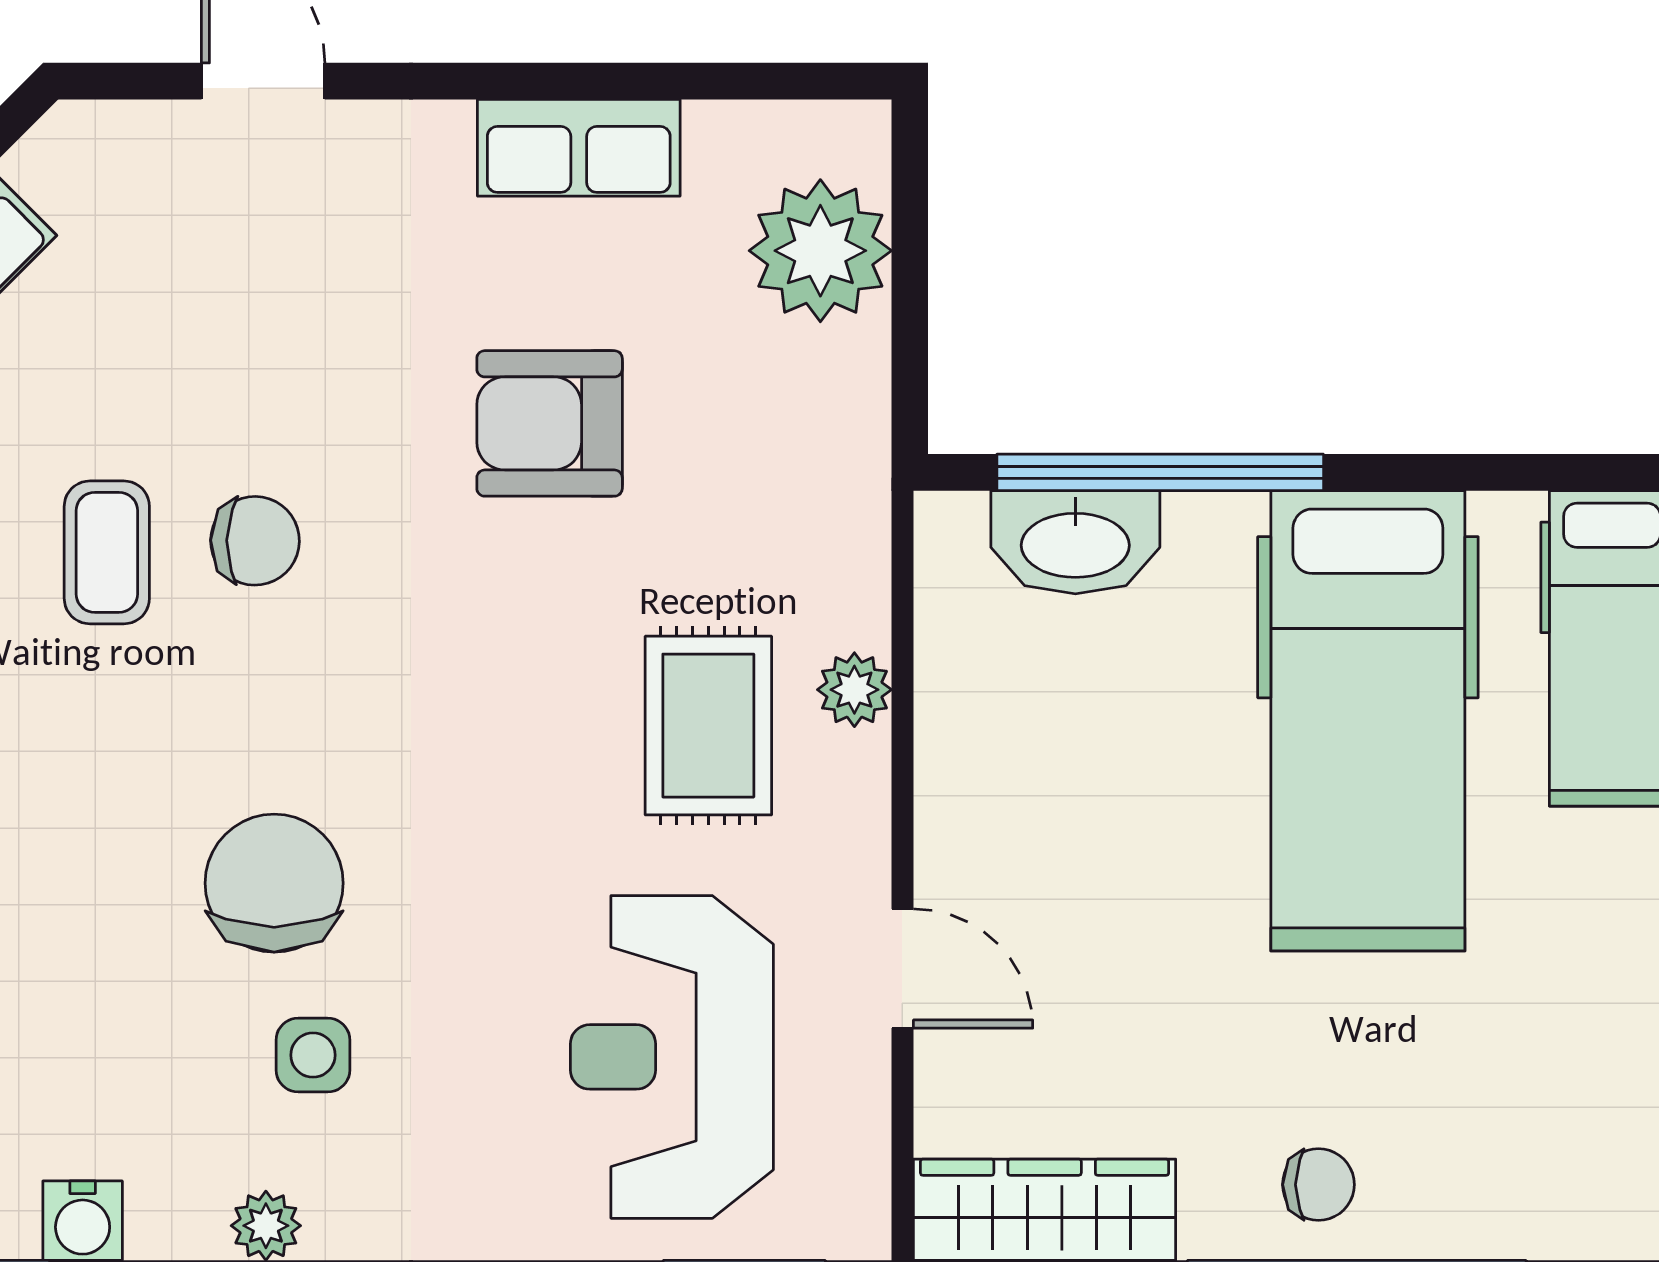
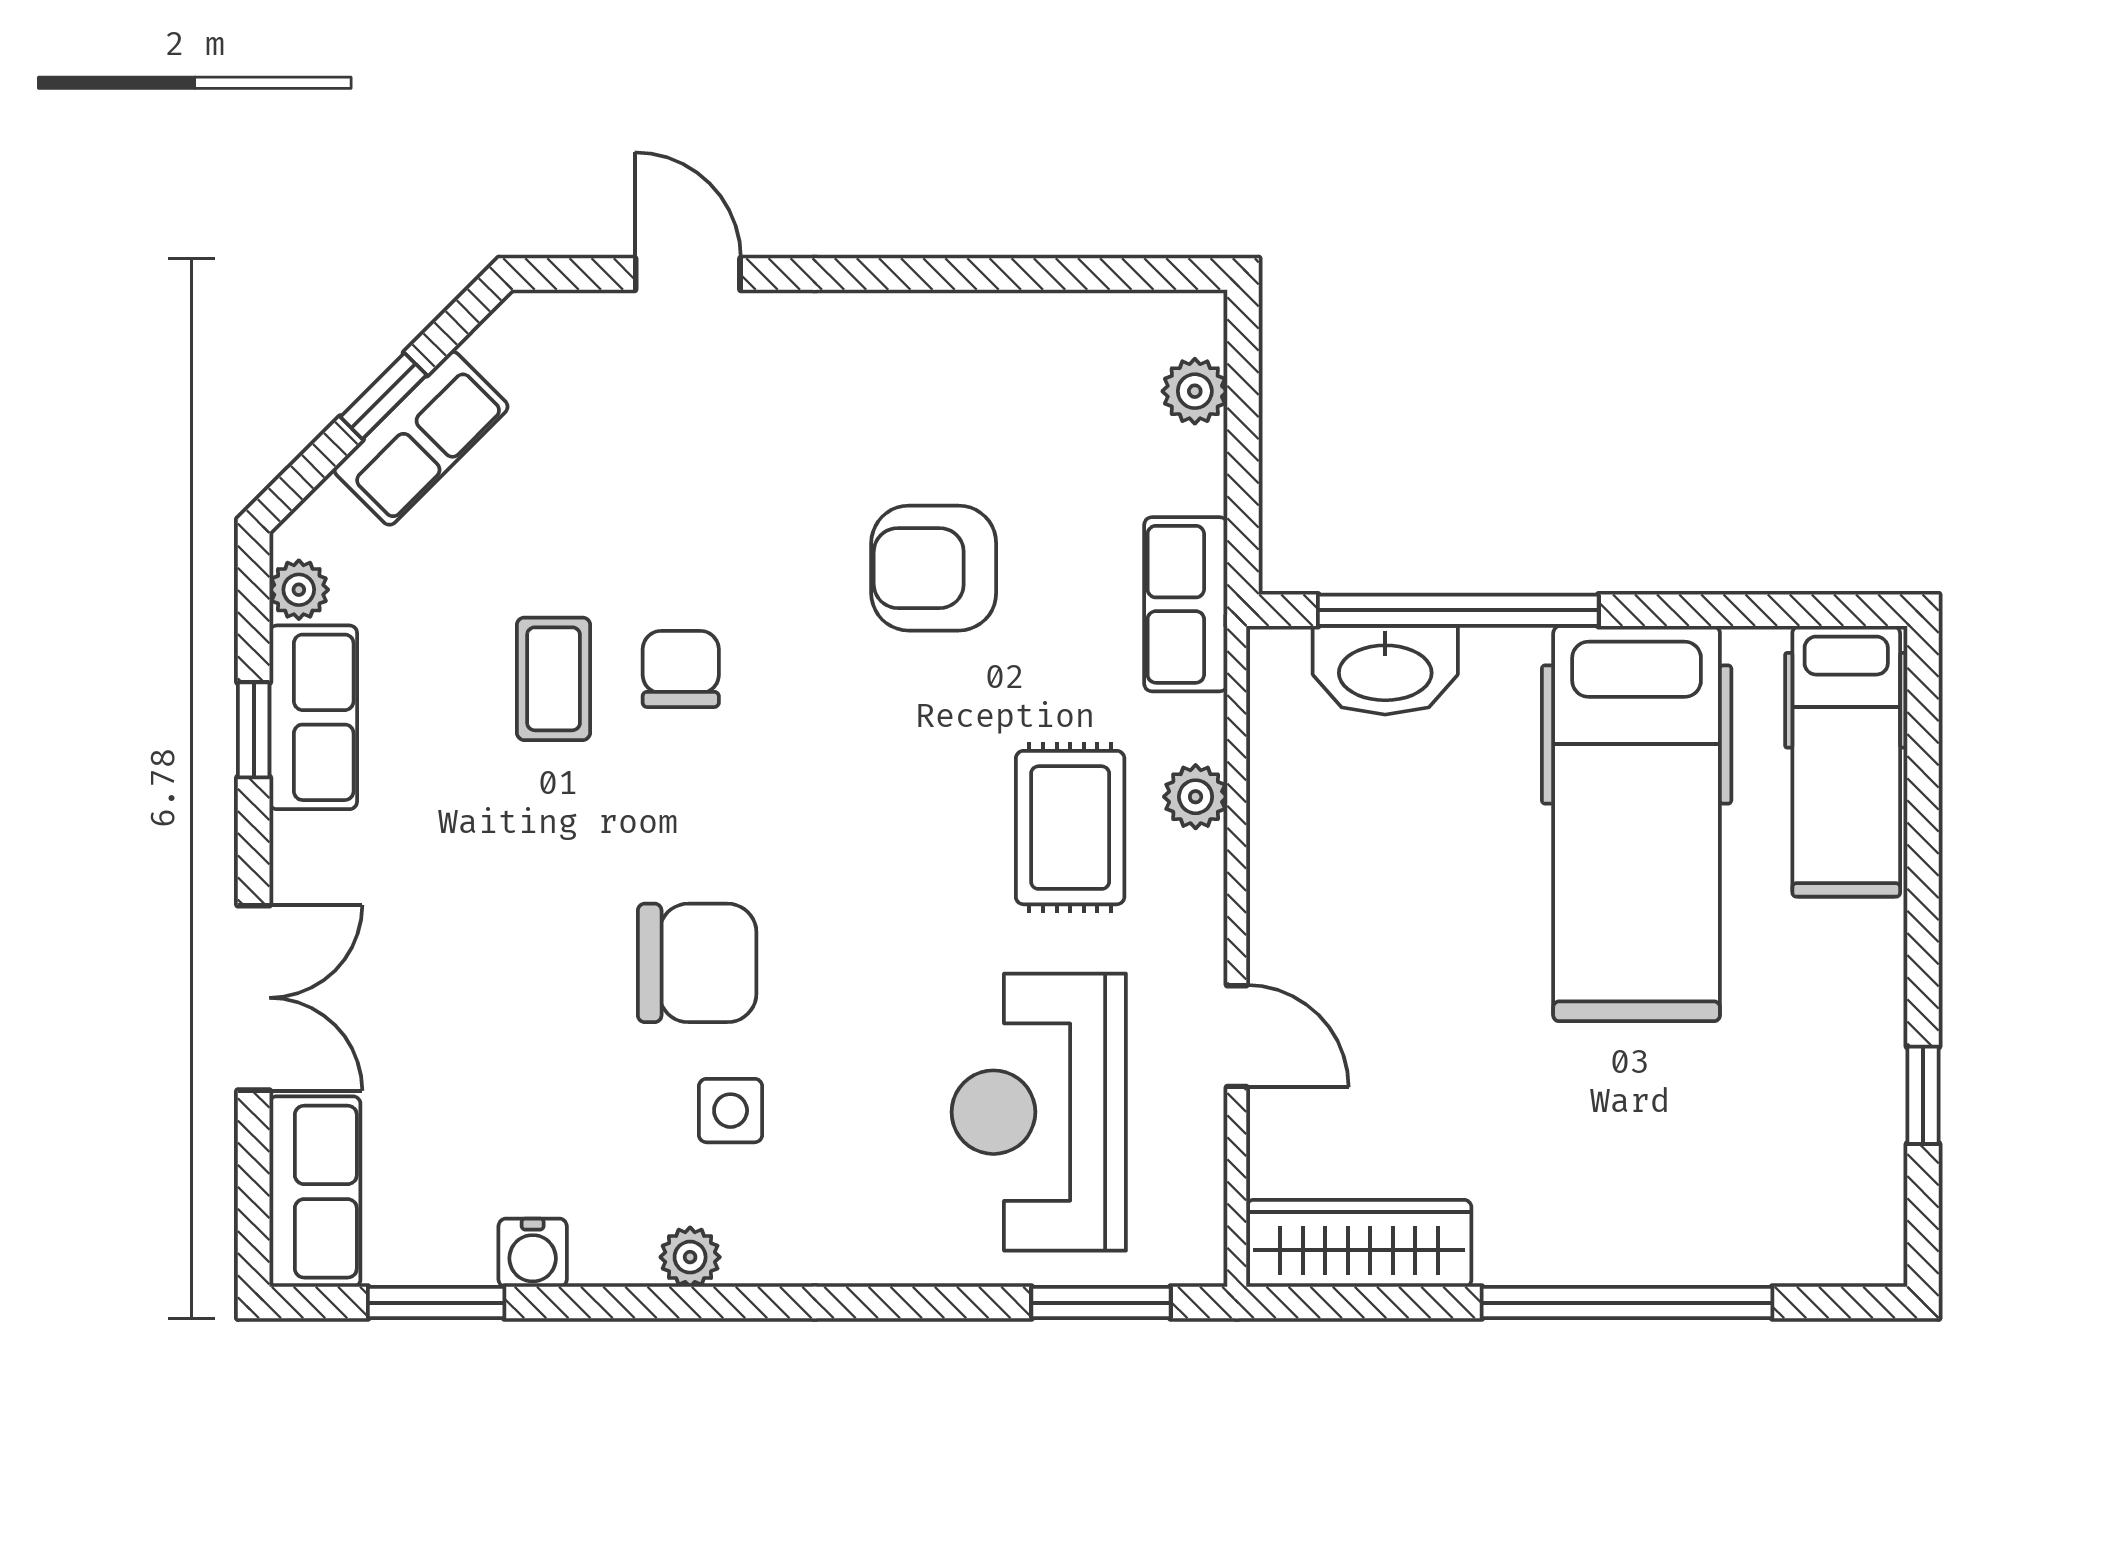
row of seats: (579, 148) -> (1186, 604), moved, turned 90
plant: (820, 251) -> (1195, 391), width x0.53, depth x0.53
chair: (255, 541) -> (681, 669), turned -91
chair: (274, 883) -> (697, 963), turned 90
chair: (1318, 1185) -> (1594, 1222), removed

